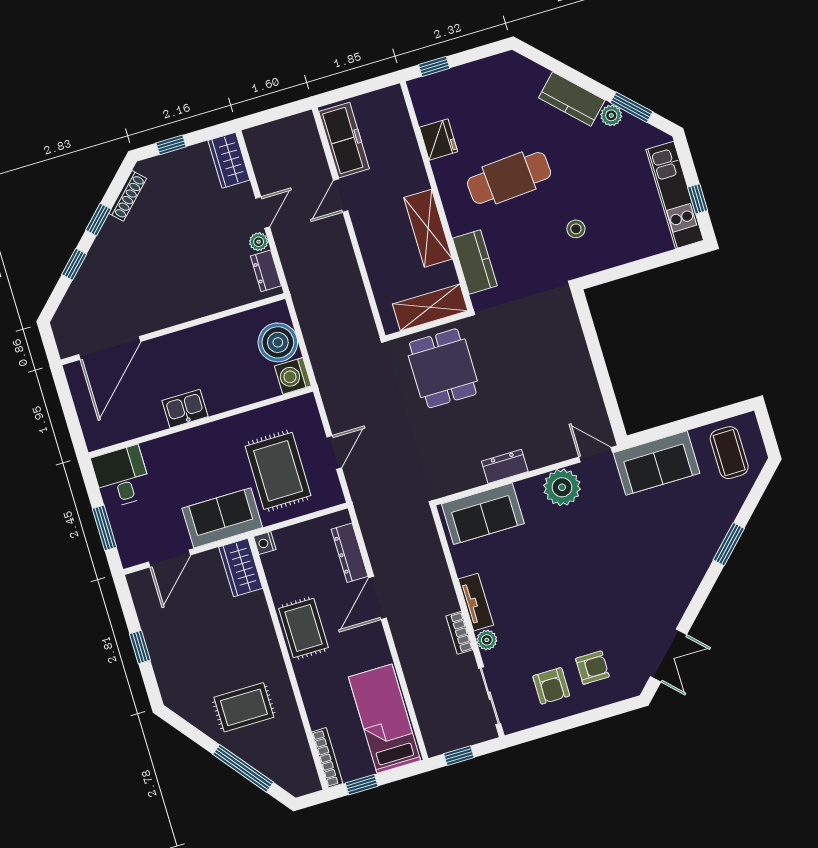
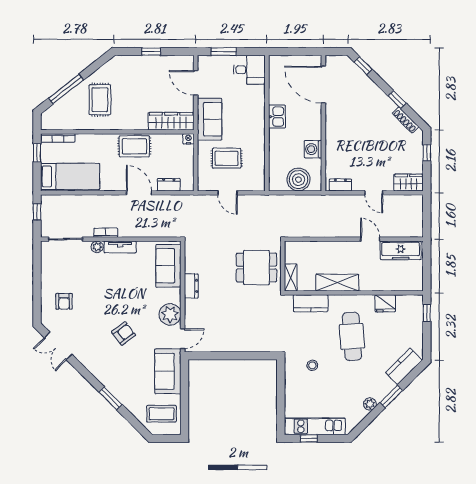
kitchen counter: (572, 99) -> (404, 366), moved
window: (631, 107) -> (391, 396), moved
plant: (259, 242) -> (358, 186), removed
window: (74, 264) -> (363, 66), moved
shelving: (430, 307) -> (291, 277), width x0.67, depth x0.75
washing machine: (293, 376) -> (313, 149), moved, turned -90
rug: (278, 471) -> (227, 158), width x0.73, depth x0.70
dresser: (350, 553) -> (169, 185), width x0.70
wardrobe: (241, 568) -> (171, 121), width x1.50
armchair: (551, 686) -> (124, 334), moved, turned 143

